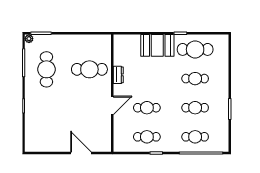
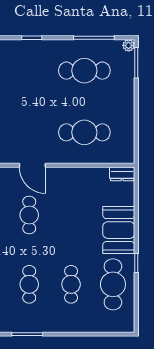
cafe table: (89, 69) -> (84, 132), turned 90
dresser: (118, 75) -> (122, 174), moved

